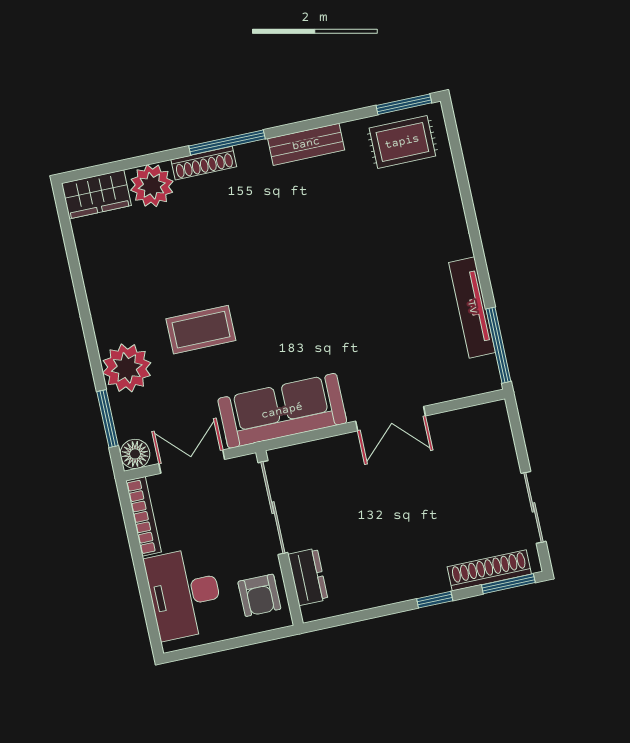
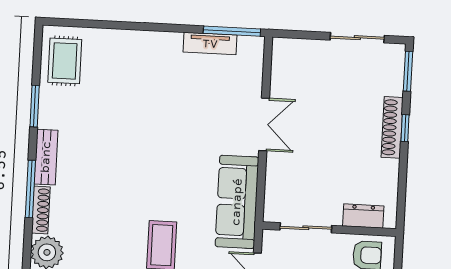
window: (404, 104) -> (35, 106), moved
bench: (306, 144) -> (46, 157), moved
tv unit: (472, 307) -> (210, 44), width x0.71
sliding door: (273, 508) -> (306, 228), width x0.73
shoe rack: (489, 570) -> (392, 127), moved

